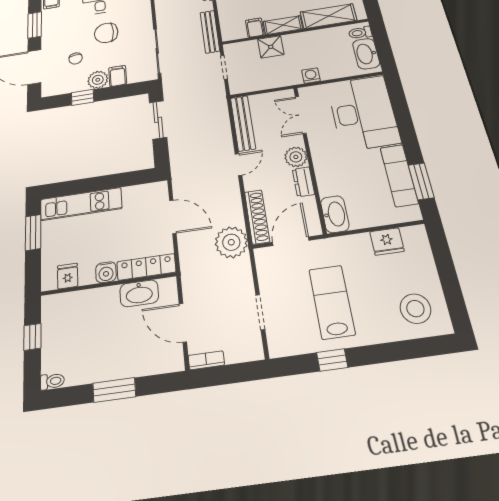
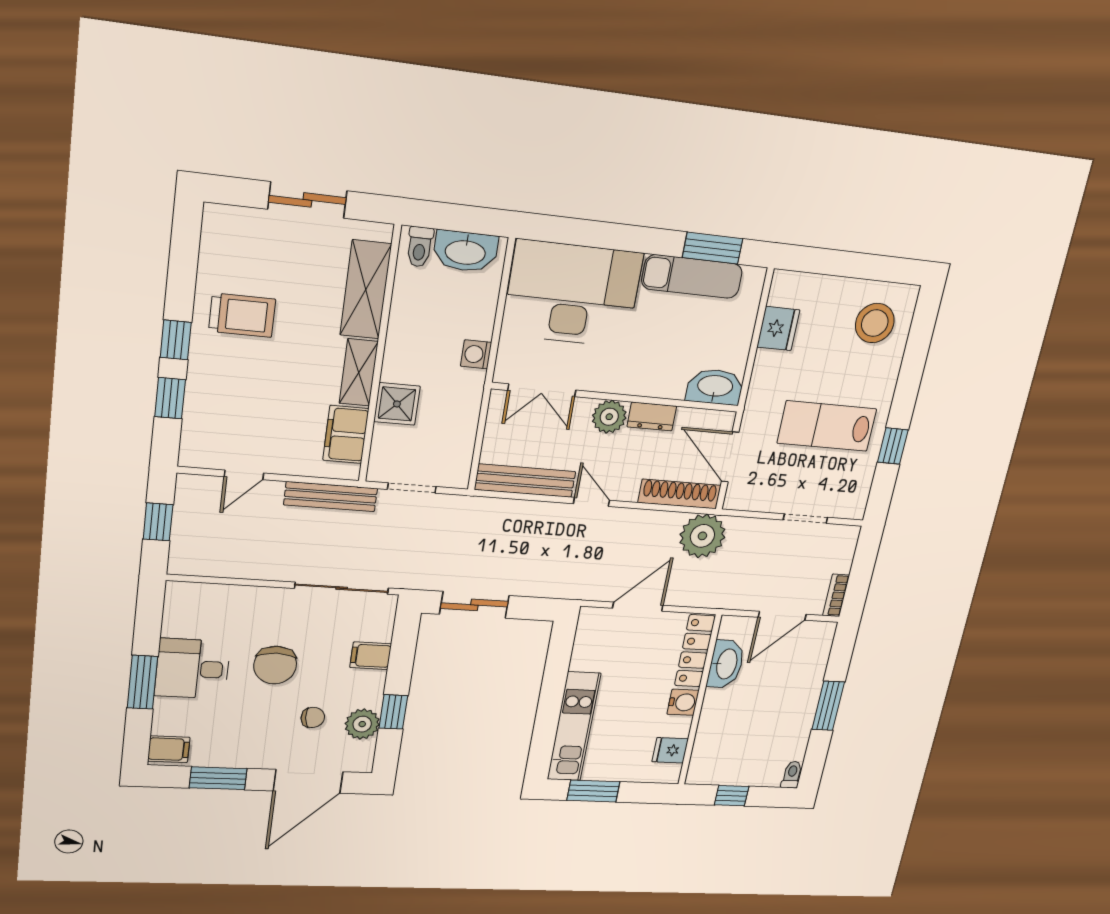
filing cabinet: (255, 28) -> (346, 434), width x2.00
plant: (98, 80) -> (362, 724), moved

